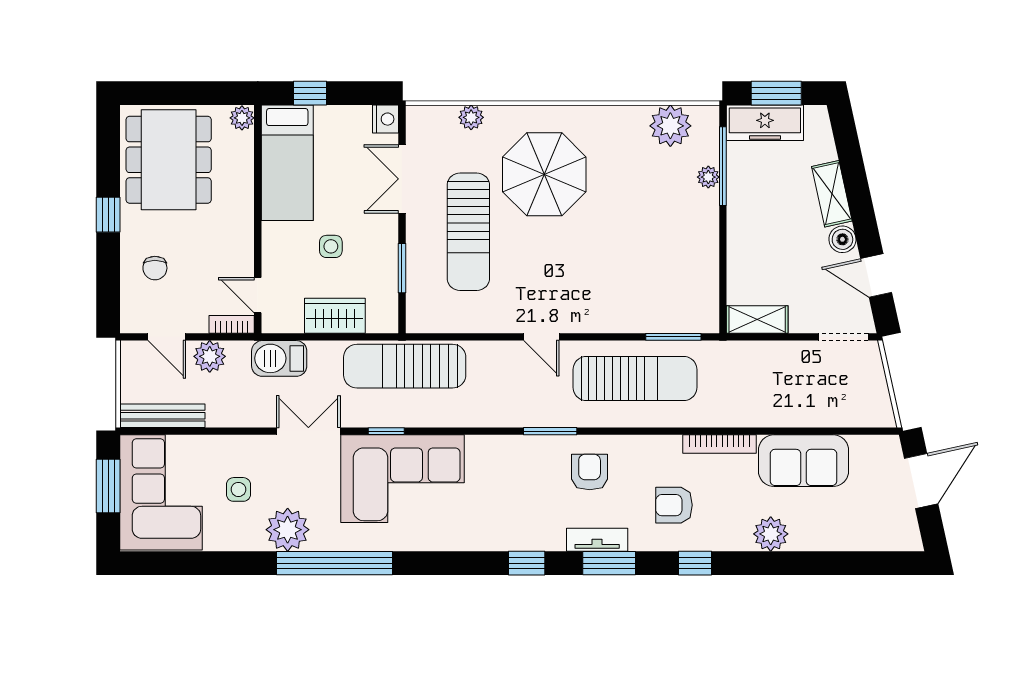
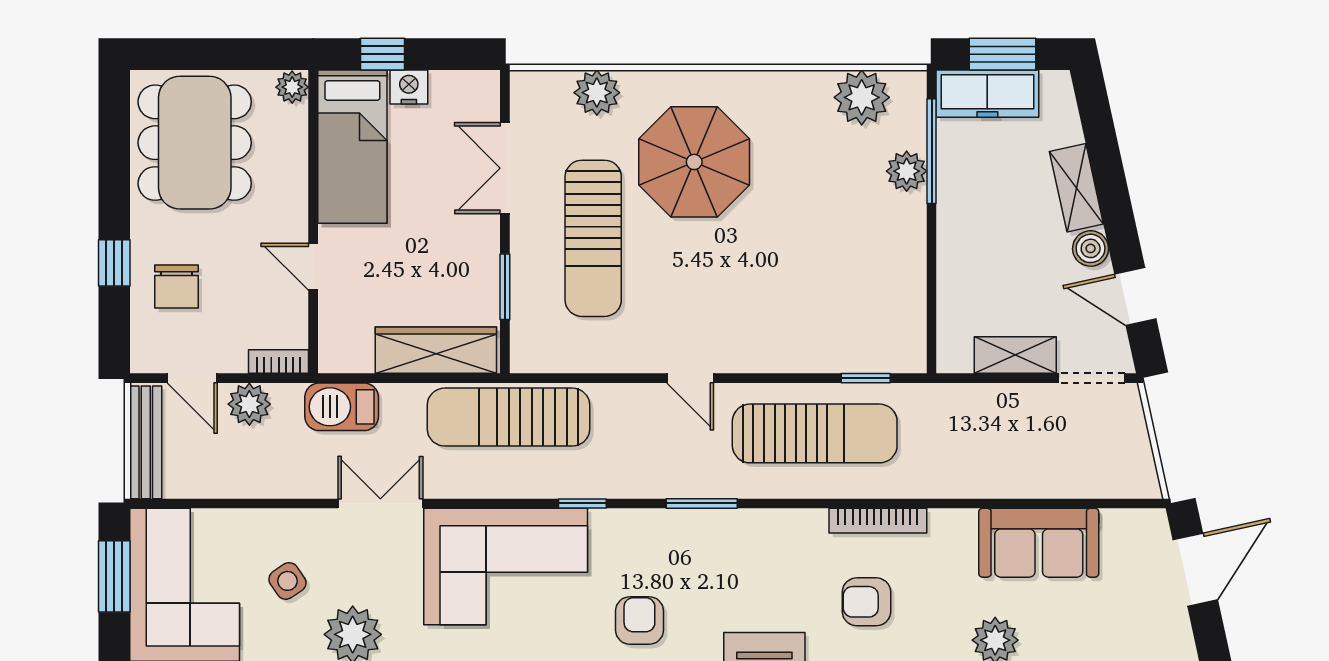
plant: (471, 117) -> (597, 93), width x1.38, depth x1.38
nightstand: (385, 119) -> (409, 87), moved, turned -90
plant: (708, 177) -> (907, 171), width x1.38, depth x1.38
window: (108, 215) -> (114, 263), moved
side table: (331, 246) -> (410, 258), removed
chair: (155, 268) -> (176, 287), width x1.37, depth x1.37
door: (258, 295) -> (313, 267), moved
wardrobe: (335, 316) -> (436, 350), width x1.50
shelving: (757, 320) -> (1015, 355), moved
window: (673, 337) -> (866, 378), width x0.67
bench: (162, 416) -> (146, 442), moved, turned 90
window: (386, 431) -> (582, 503), moved
bookcase: (720, 444) -> (878, 521), moved
armchair: (590, 472) -> (639, 621), moved
side table: (238, 489) -> (287, 581), turned -34

